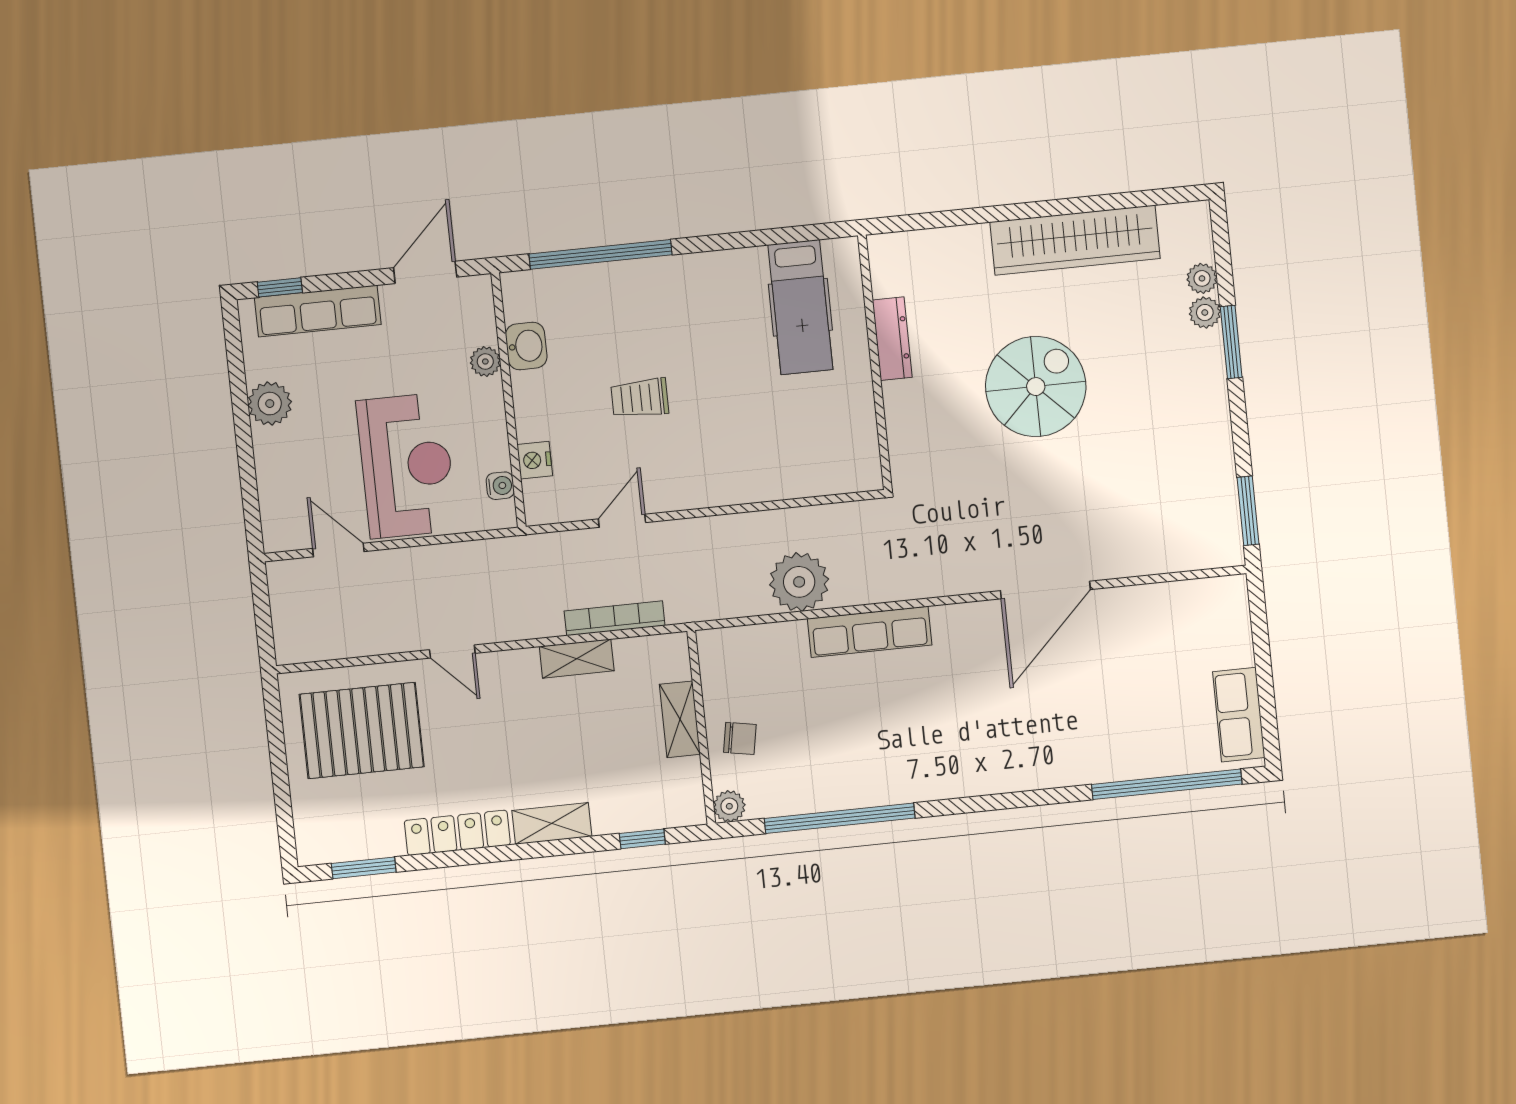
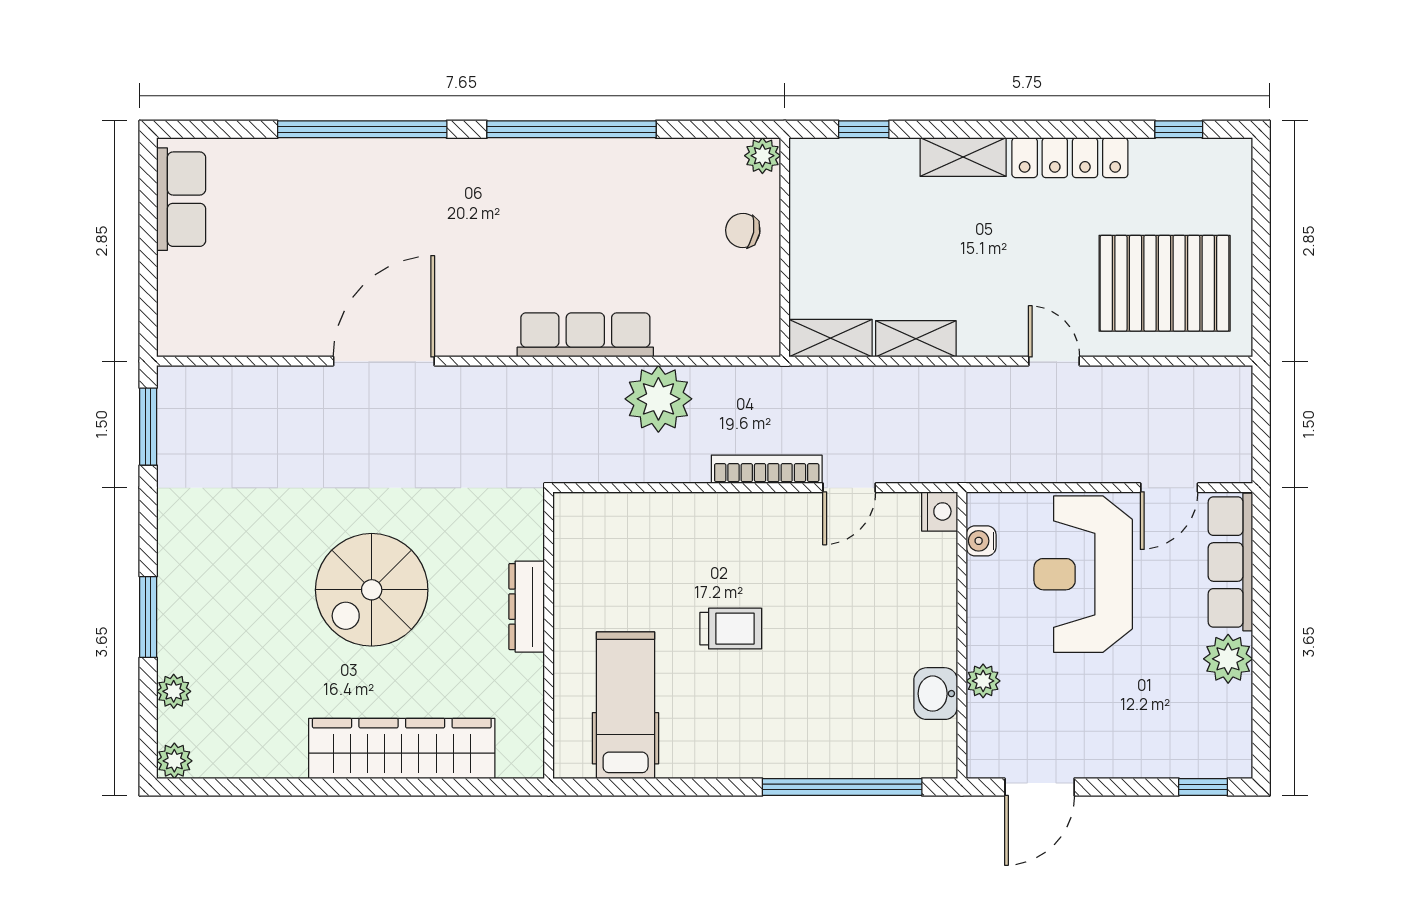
wardrobe: (1075, 240) -> (402, 748), moved
row of seats: (318, 311) -> (1230, 562), moved, turned -90
plant: (1205, 313) -> (174, 761), moved
dresser: (892, 339) -> (527, 607), moved
trolley: (640, 398) -> (731, 629), moved
nightstand: (535, 460) -> (940, 511), moved
door: (338, 550) -> (1169, 488), hinge flipped
bookcase: (615, 618) -> (767, 469), moved, turned 180
shelving: (680, 719) -> (831, 338), moved, turned 90
window: (1167, 784) -> (362, 129), moved
window: (840, 818) -> (571, 129), moved
window: (364, 868) -> (1179, 129), width x0.67

